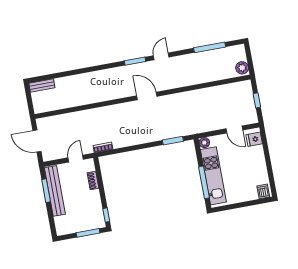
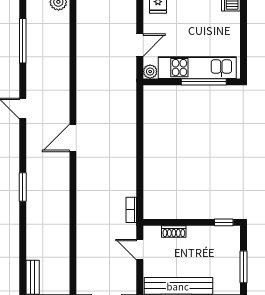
window: (135, 61) -> (23, 187), moved
door: (234, 129) -> (140, 45), moved
window: (173, 141) -> (140, 114), removed
window: (88, 233) -> (243, 267), moved

